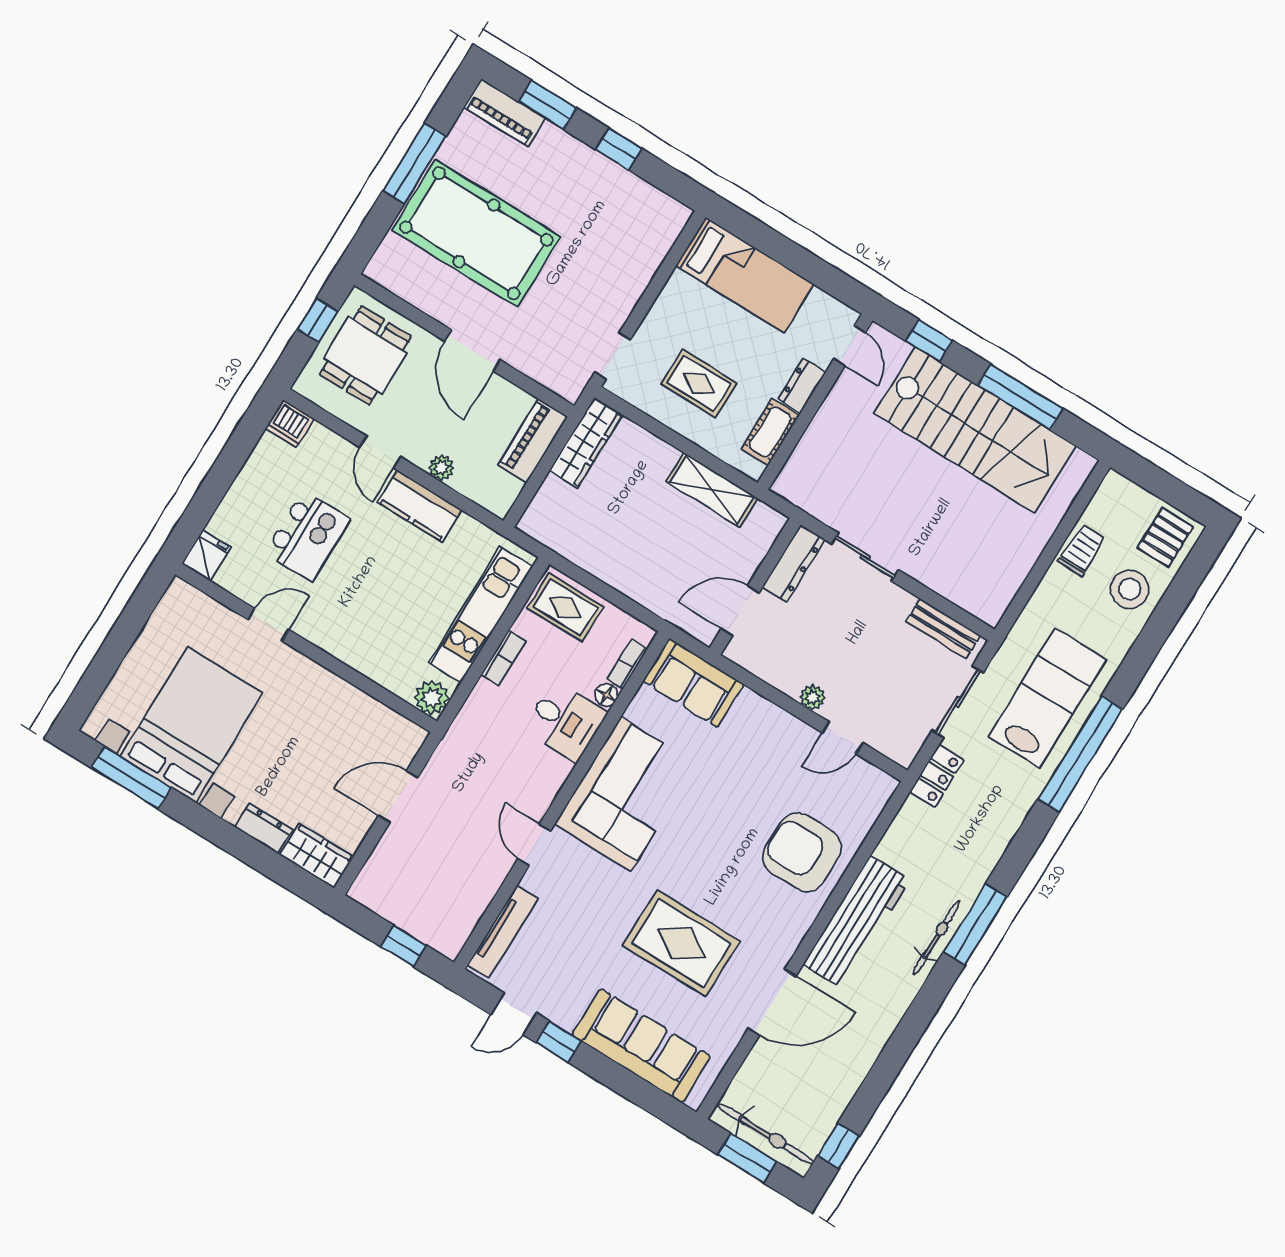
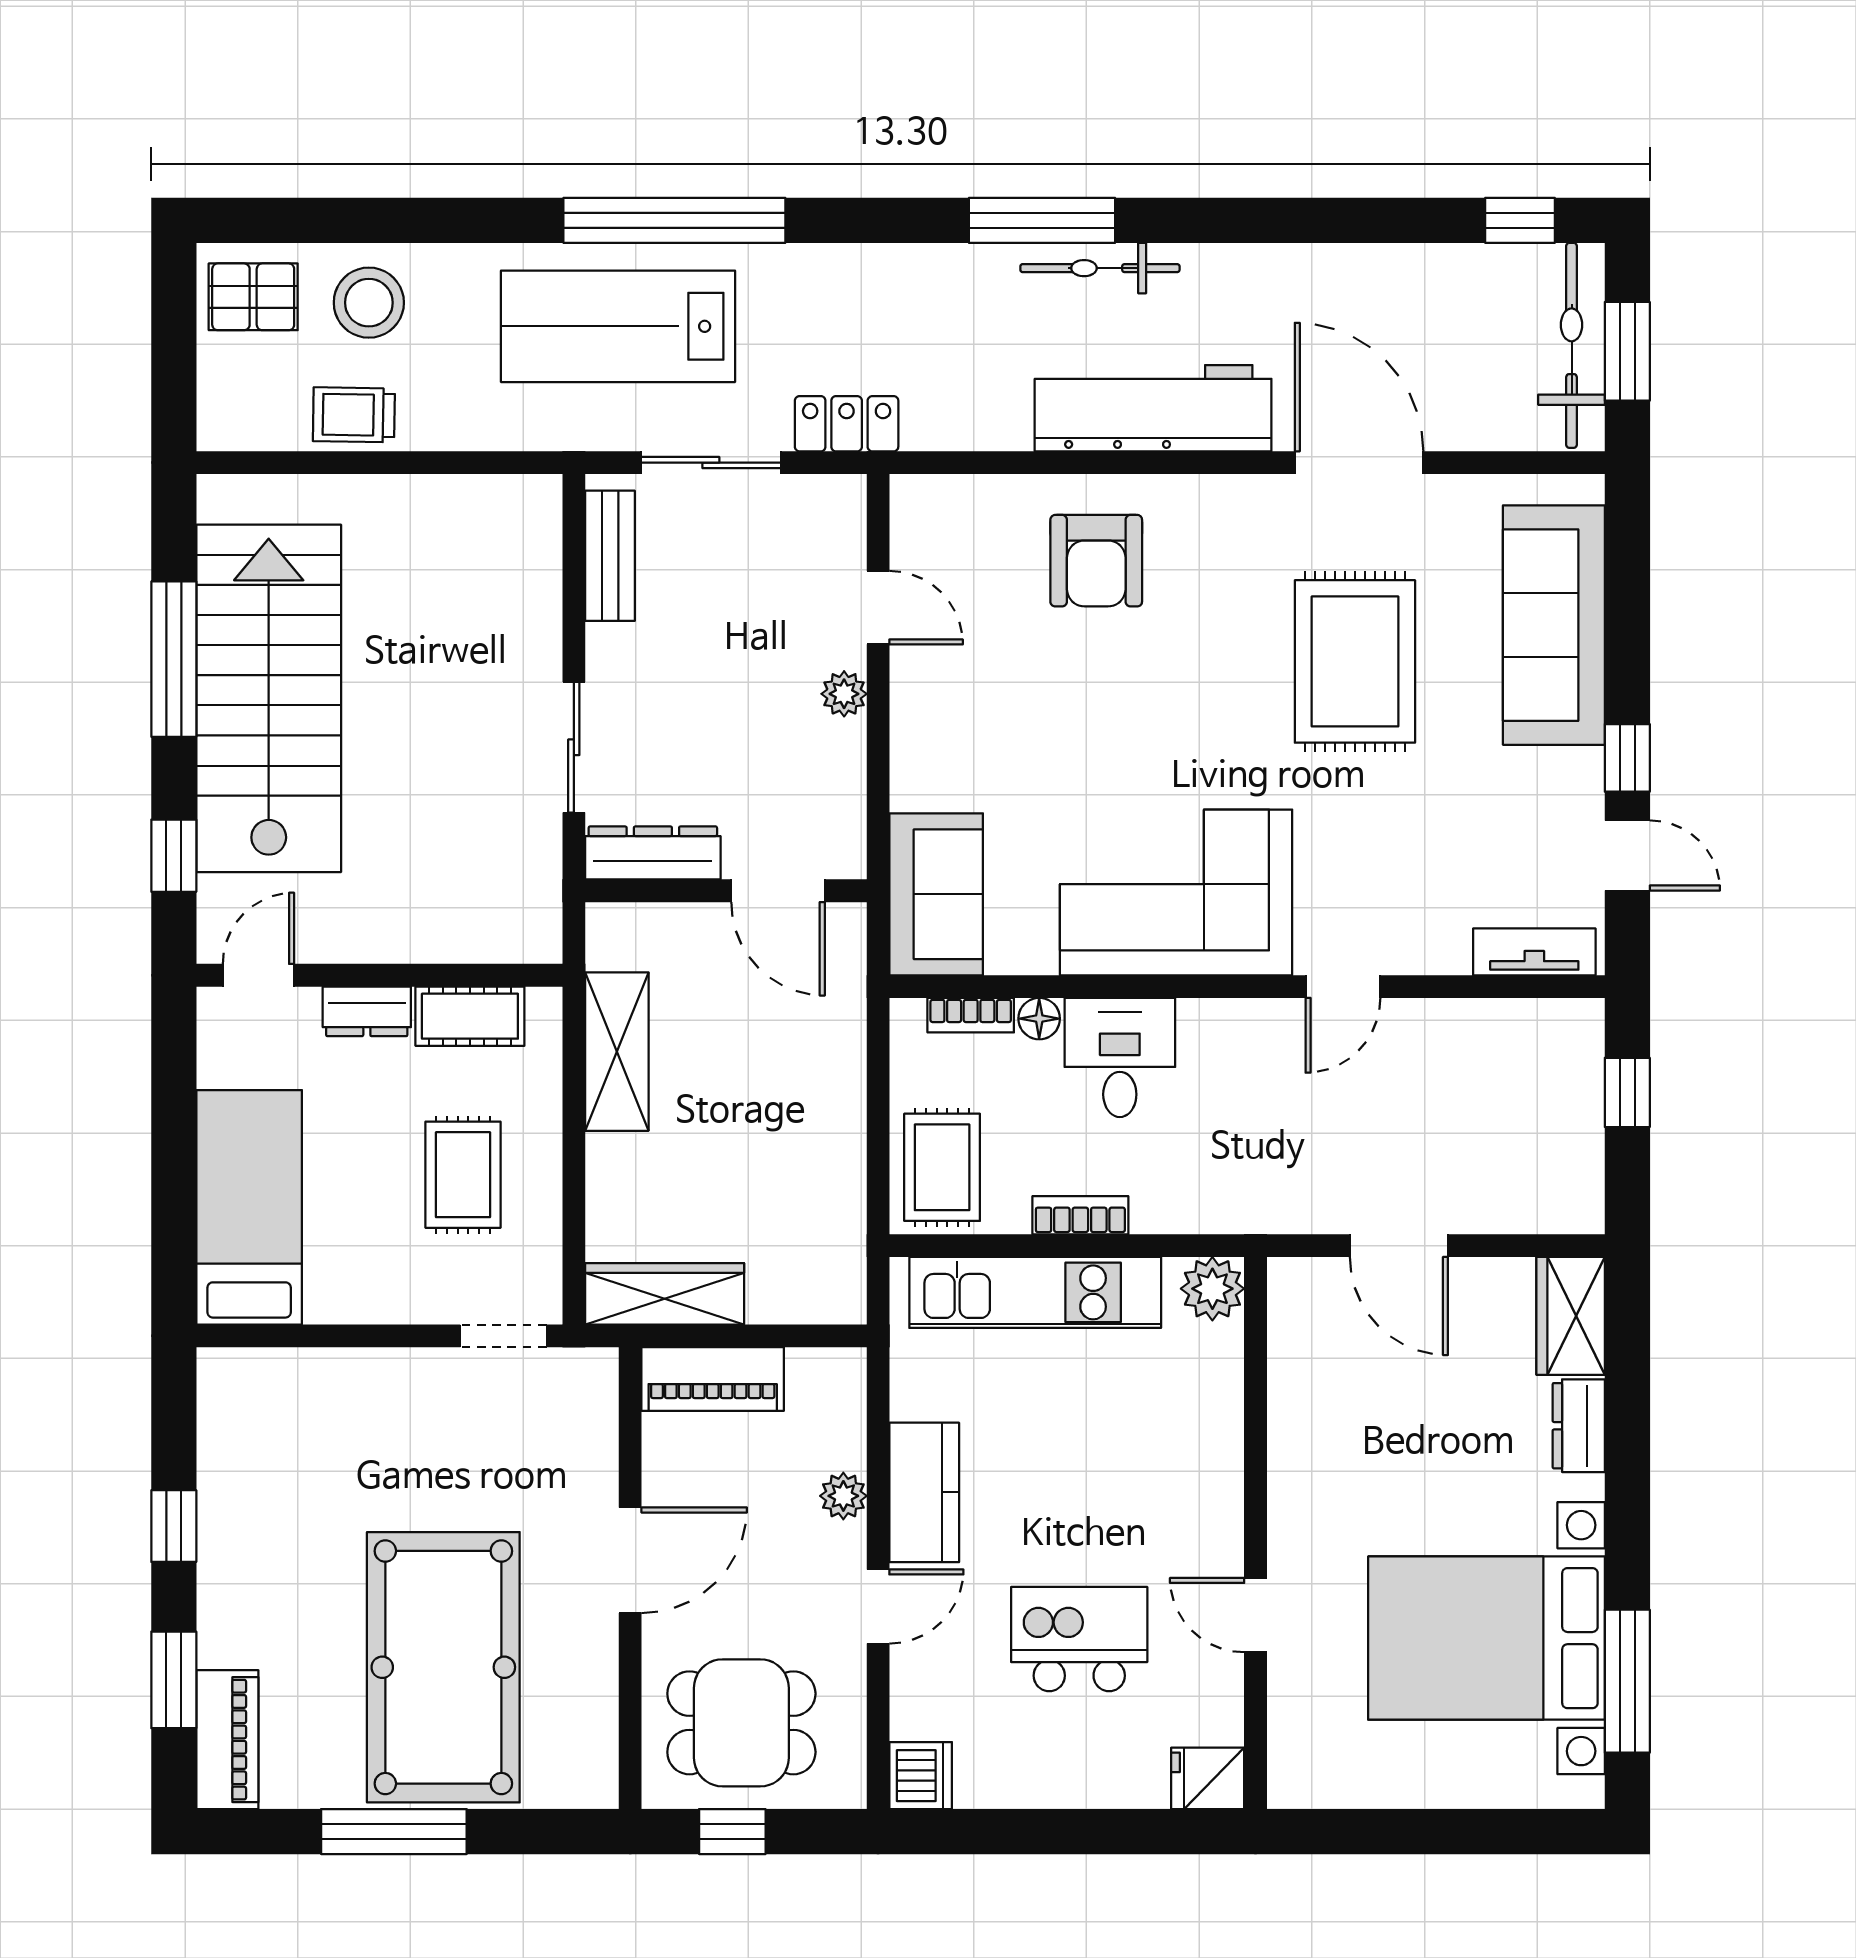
armchair: (802, 852) -> (1096, 561), width x0.73, depth x0.73
tv unit: (503, 932) -> (1534, 952), width x0.71

